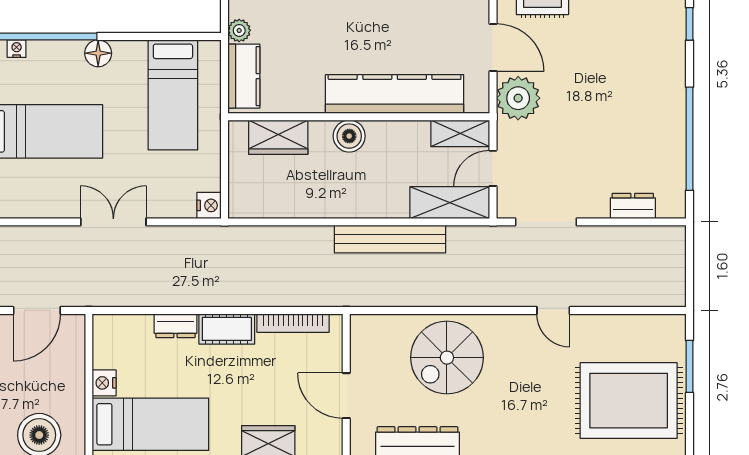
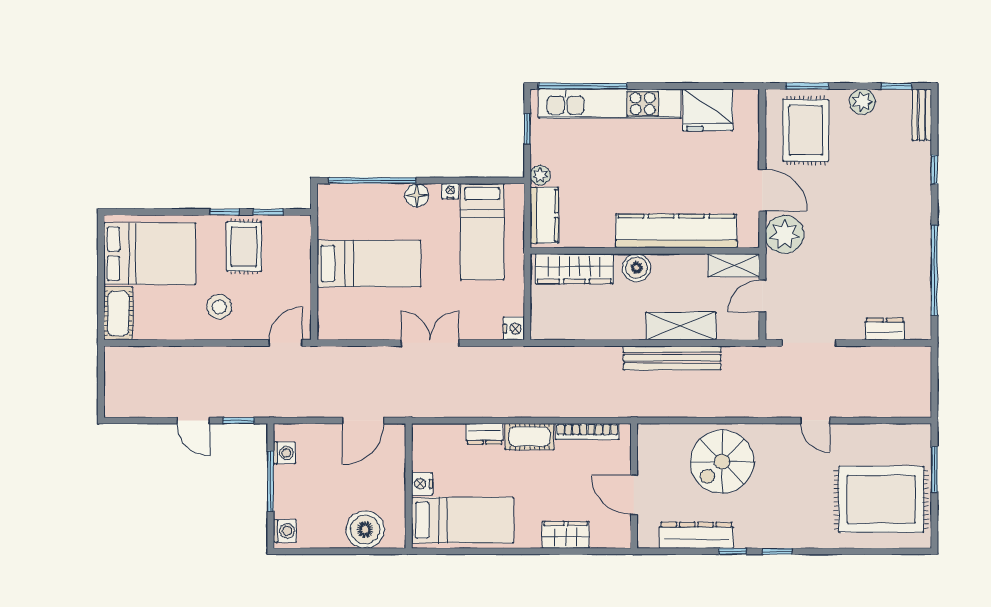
nightstand: (17, 49) -> (450, 191), moved
wardrobe: (278, 137) -> (574, 269), width x1.50
shelving: (450, 203) -> (681, 326), moved

